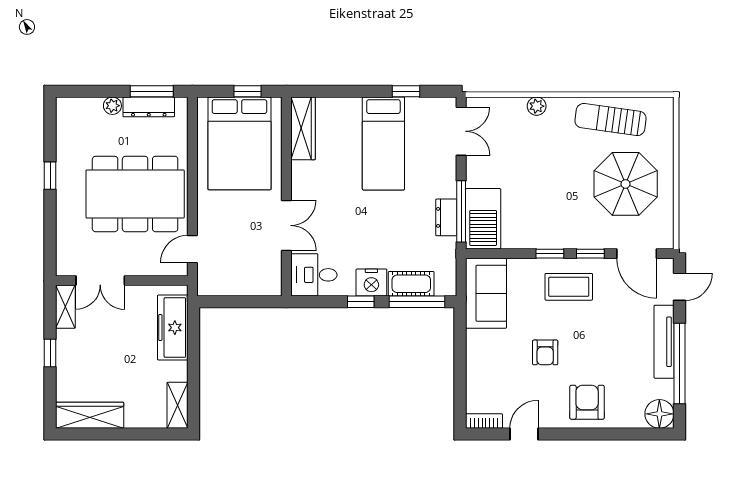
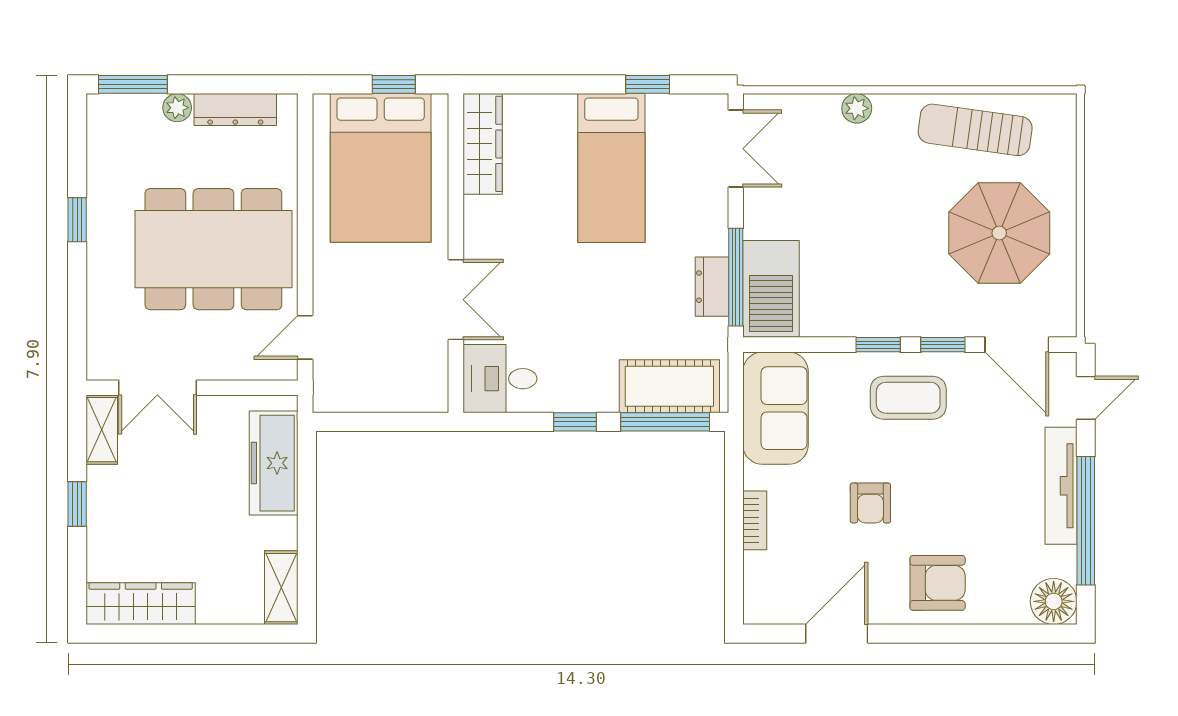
window: (152, 91) -> (133, 84), moved
nightstand: (371, 283) -> (592, 391), removed
cot: (411, 284) -> (669, 386), width x1.37, depth x1.34
armchair: (587, 402) -> (938, 583), turned 90
bookcase: (484, 421) -> (755, 520), moved, turned 90
door: (524, 434) -> (837, 634), width x1.38

